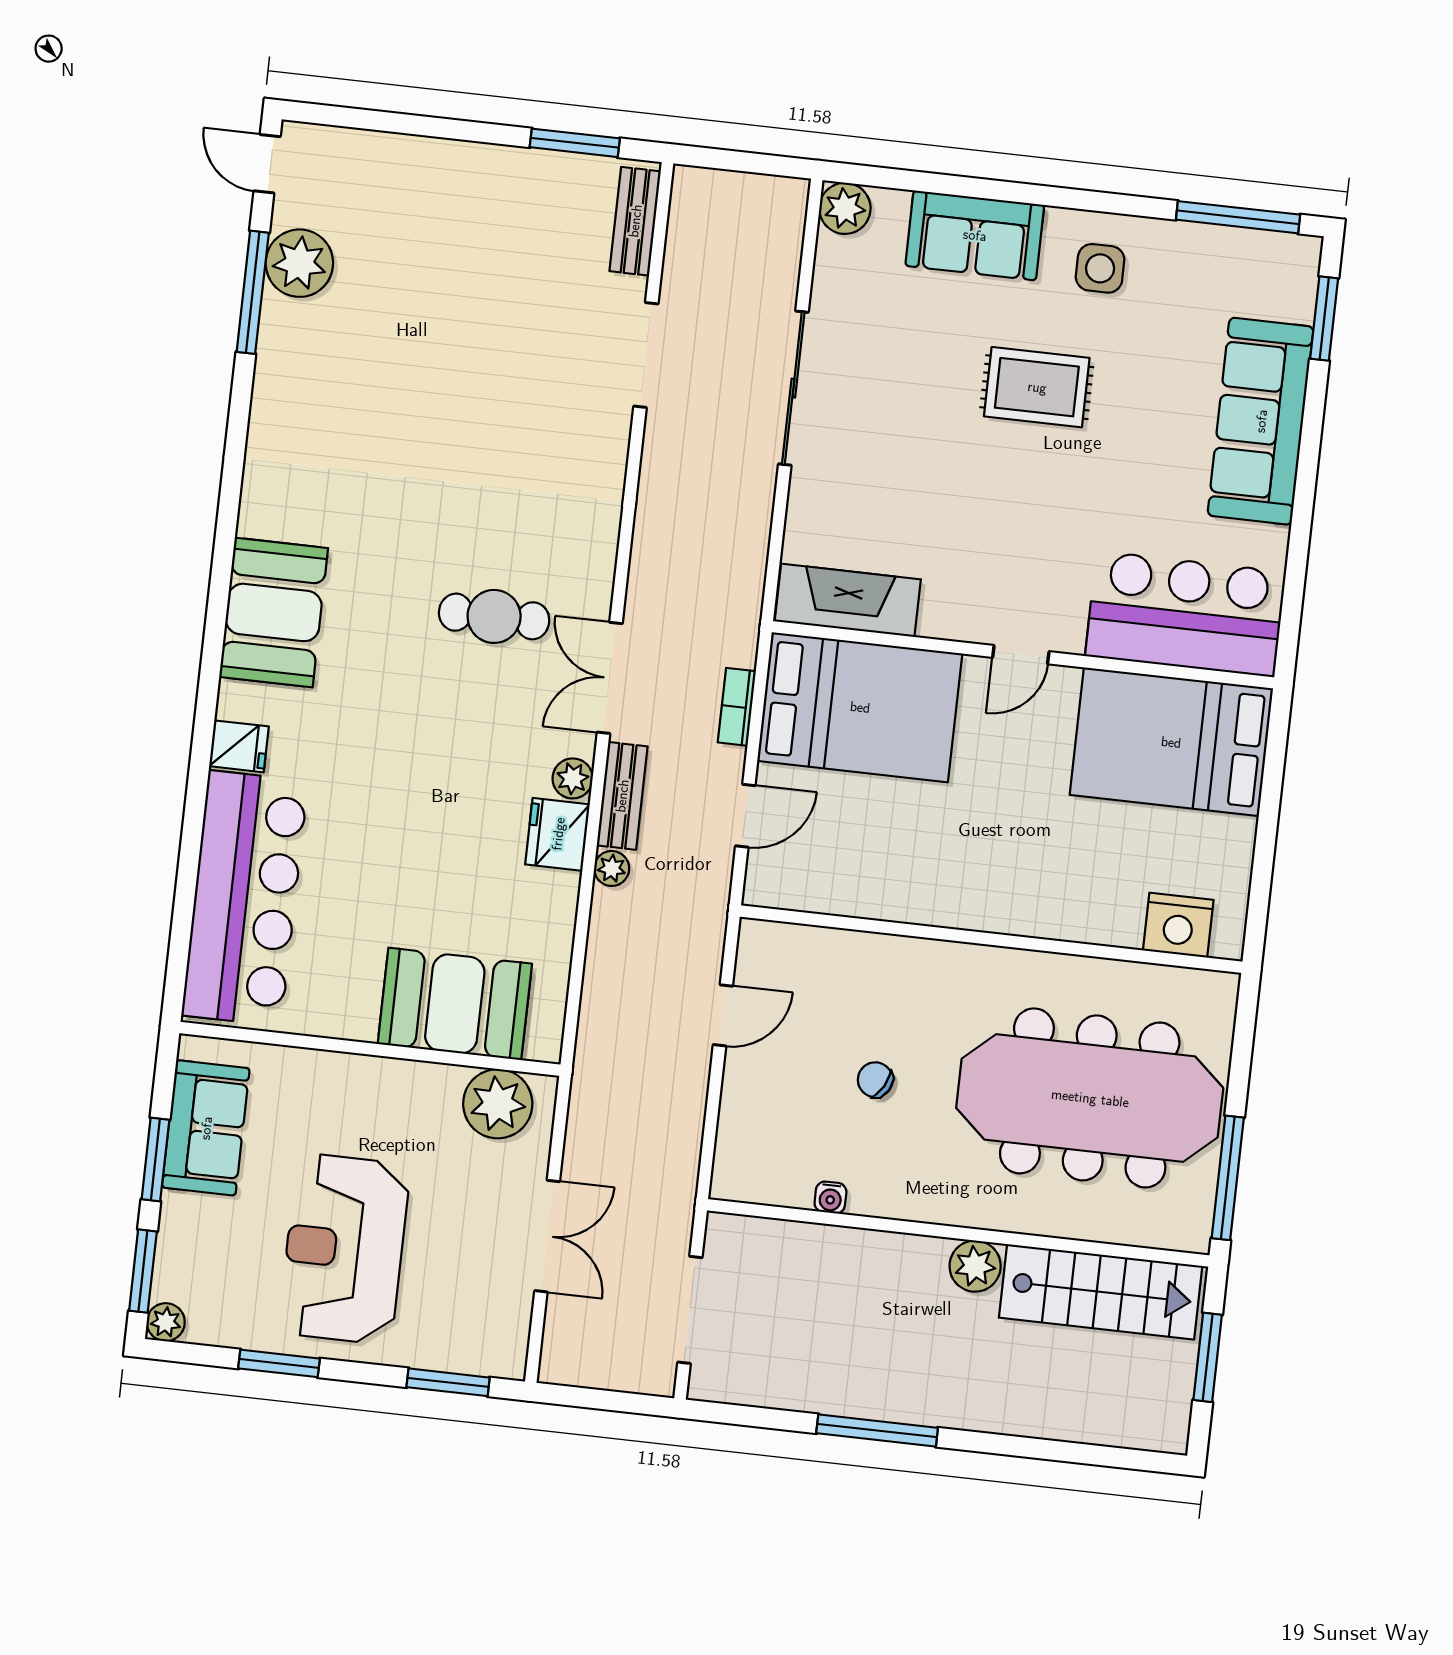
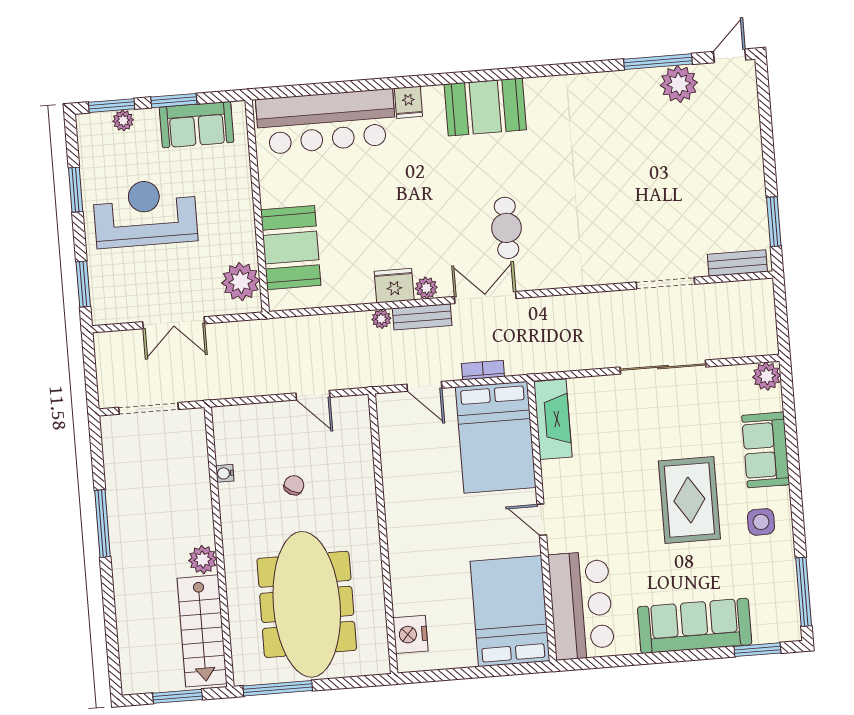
rug: (1037, 387) -> (689, 500), width x1.36, depth x1.43
plant: (166, 1322) -> (123, 120), moved

